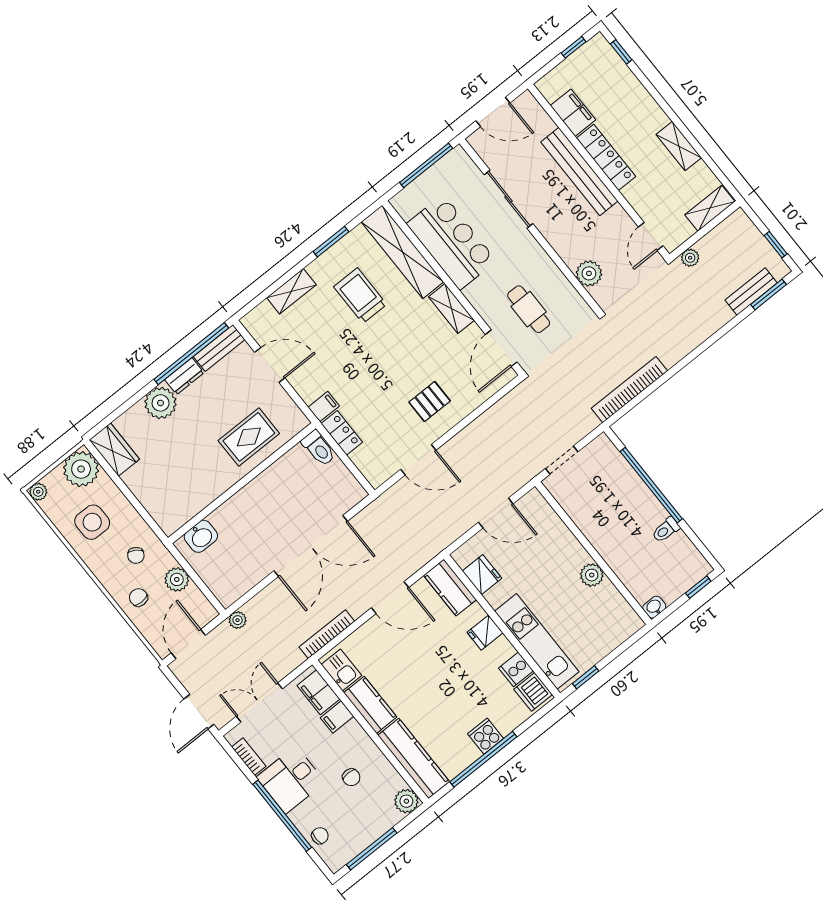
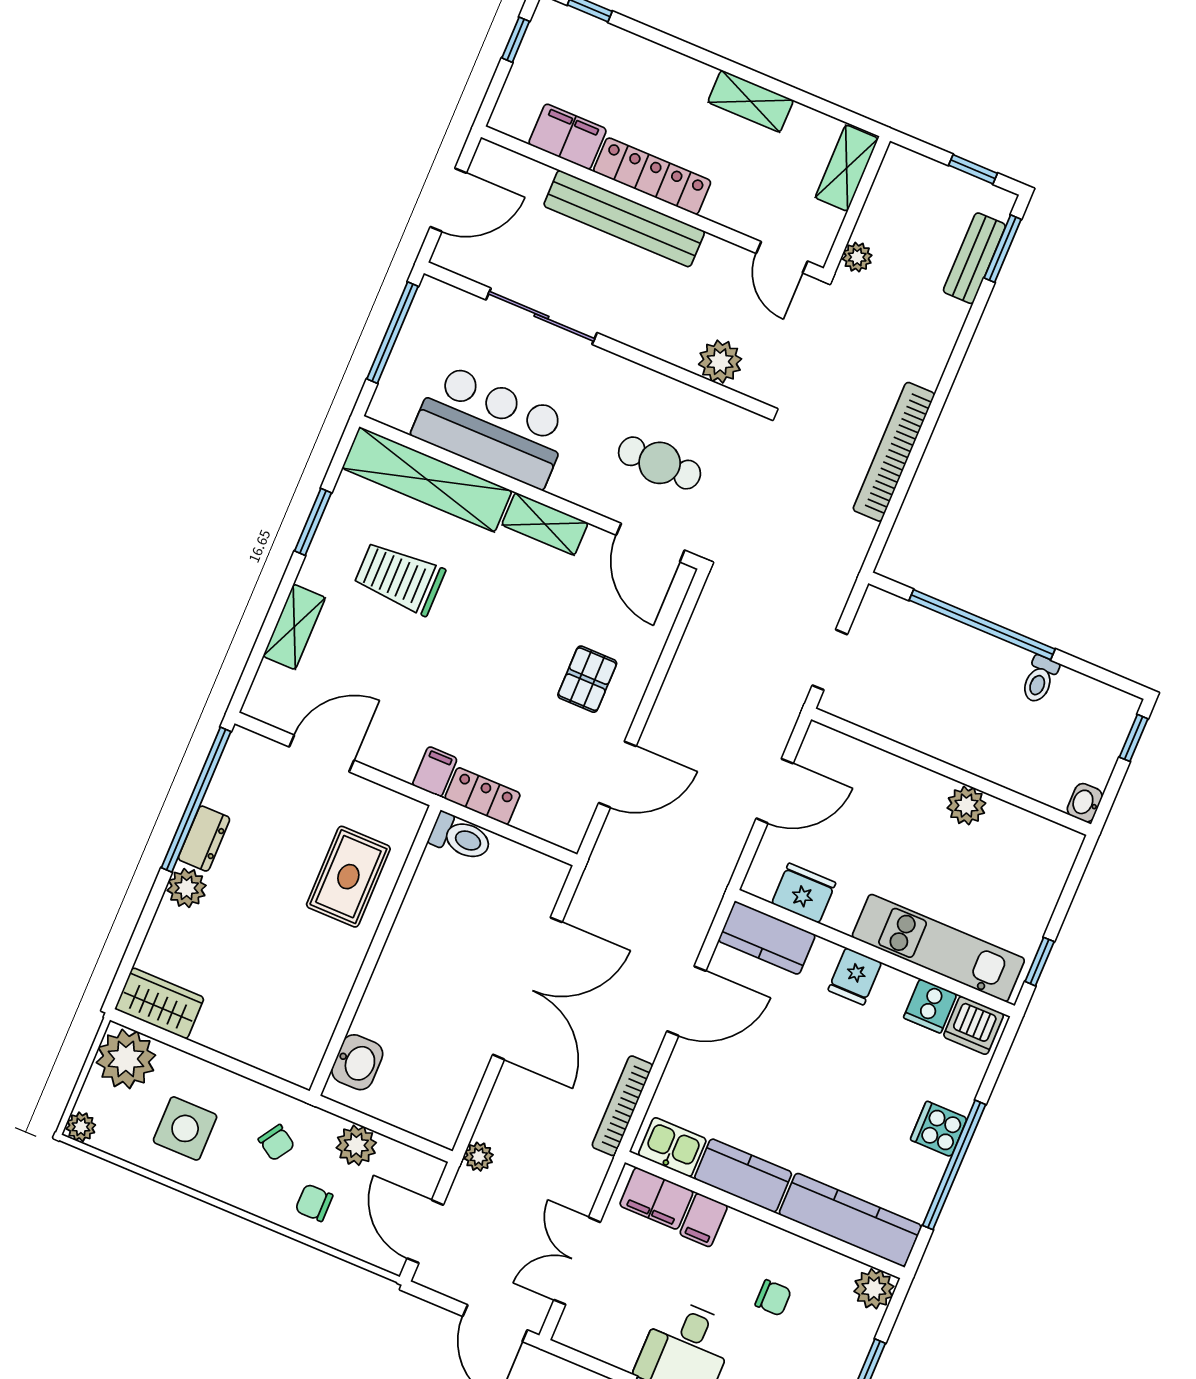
bench: (219, 348) -> (233, 769), removed
bookcase: (629, 390) -> (894, 452), moved
plant: (161, 403) -> (187, 888), width x0.73, depth x0.73
bookcase: (249, 757) -> (605, 1350), removed

